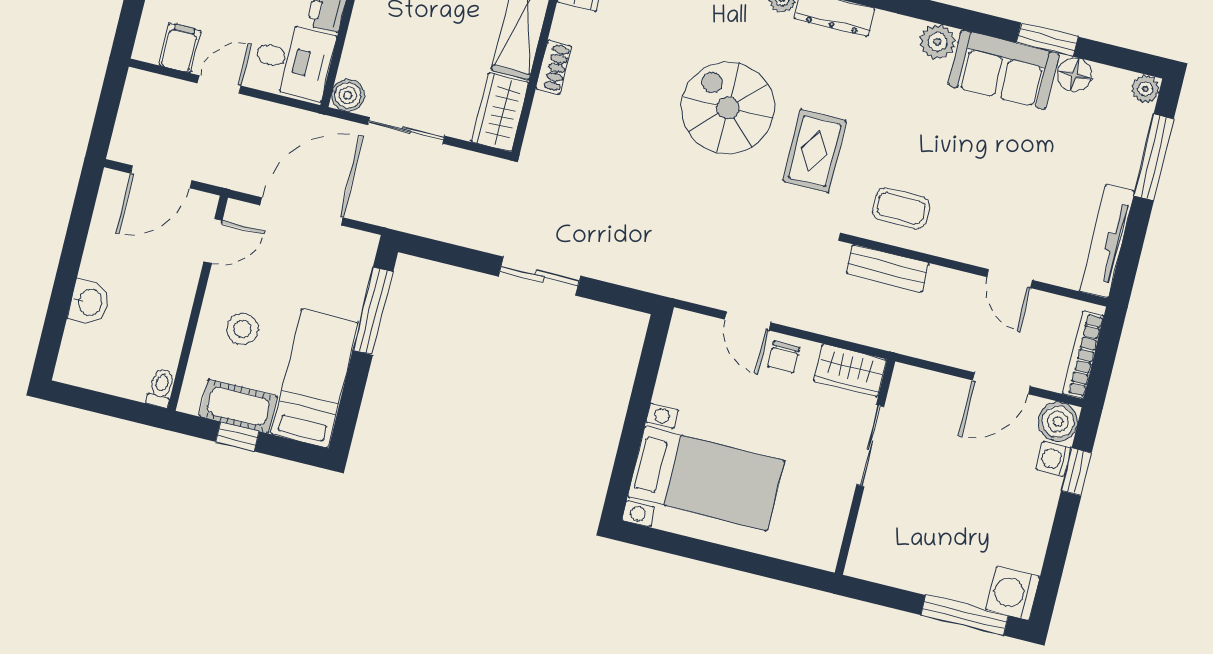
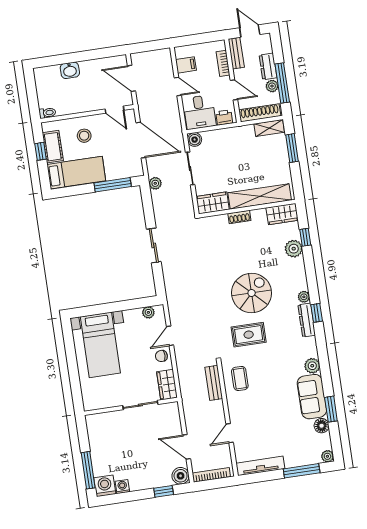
plant: (407, 218) -> (155, 183), added
plant: (679, 347) -> (148, 312), added
washing machine: (1054, 459) -> (122, 487), moved

